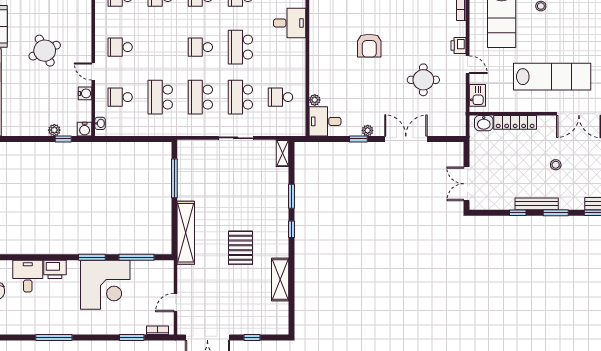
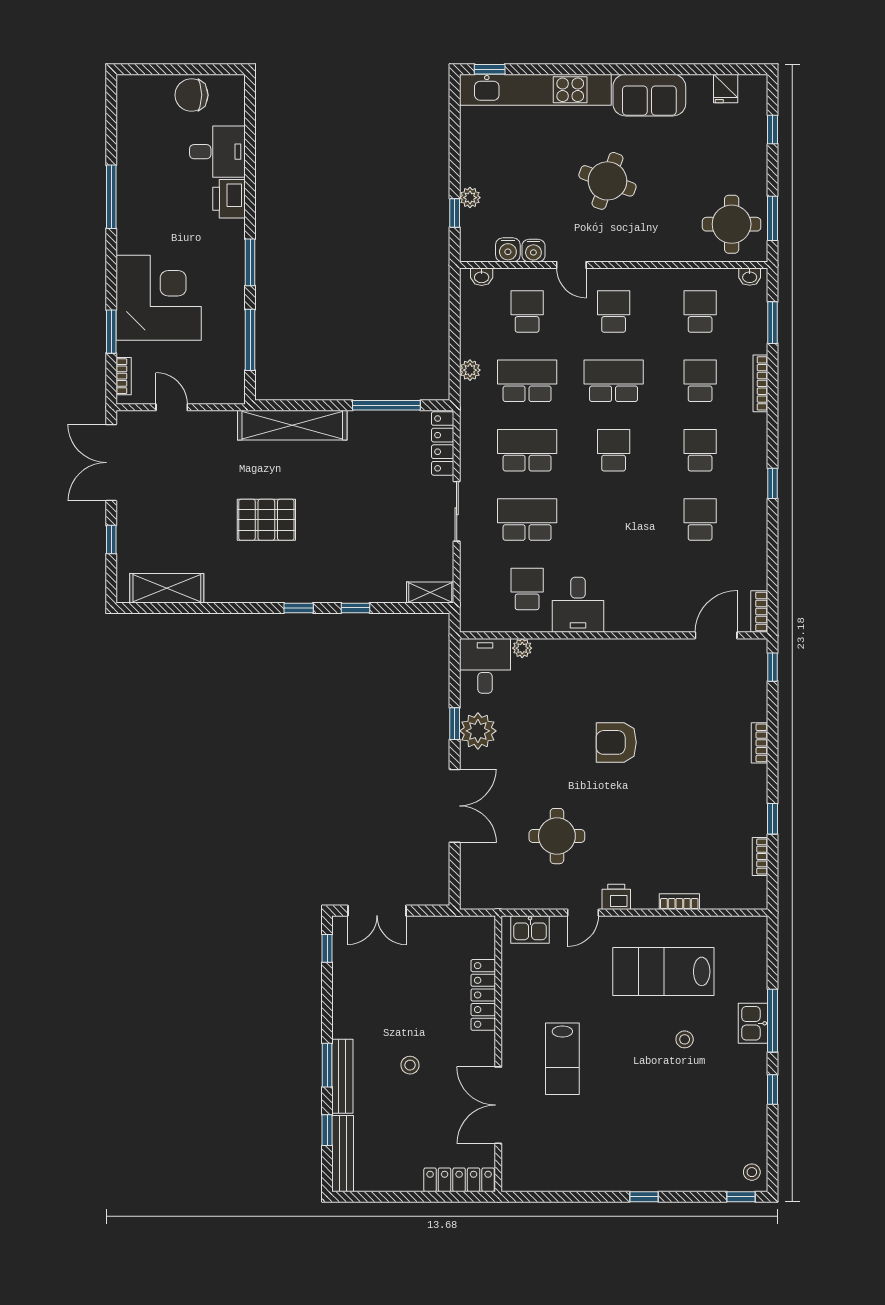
desk: (290, 23) -> (578, 605), moved
school desk: (240, 47) -> (614, 381), moved
round table: (45, 51) -> (607, 181), turned 45
door: (93, 71) -> (571, 265), swing flipped
lab bench: (552, 77) -> (562, 1059), width x0.54, depth x0.72
washbasin: (484, 123) -> (482, 941), removed
water cooler: (85, 129) -> (508, 250), moved, turned -90
plant: (154, 130) -> (470, 370), added
plant: (368, 130) -> (478, 731), width x1.88, depth x1.88
locker: (196, 146) -> (443, 443), added
double door: (466, 184) -> (377, 911), swing flipped
window: (291, 196) -> (355, 608), width x0.67
bench: (537, 204) -> (342, 1076), moved
window: (518, 213) -> (327, 948), moved
shelving: (280, 280) -> (167, 588), moved
corner desk: (105, 285) -> (159, 298), moved, turned 180

